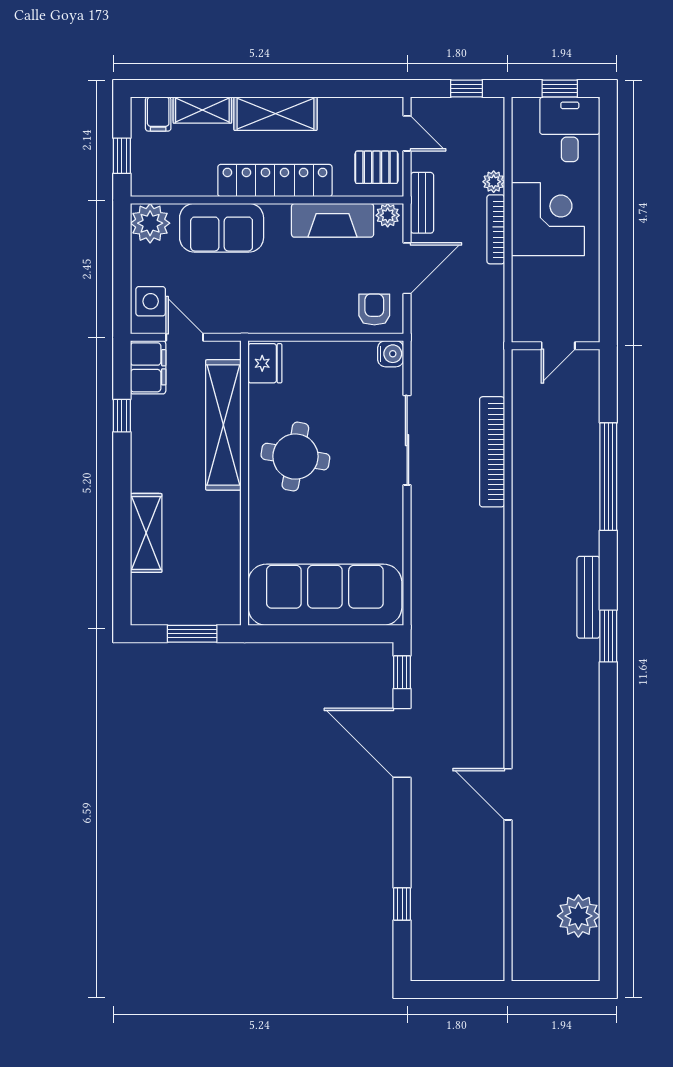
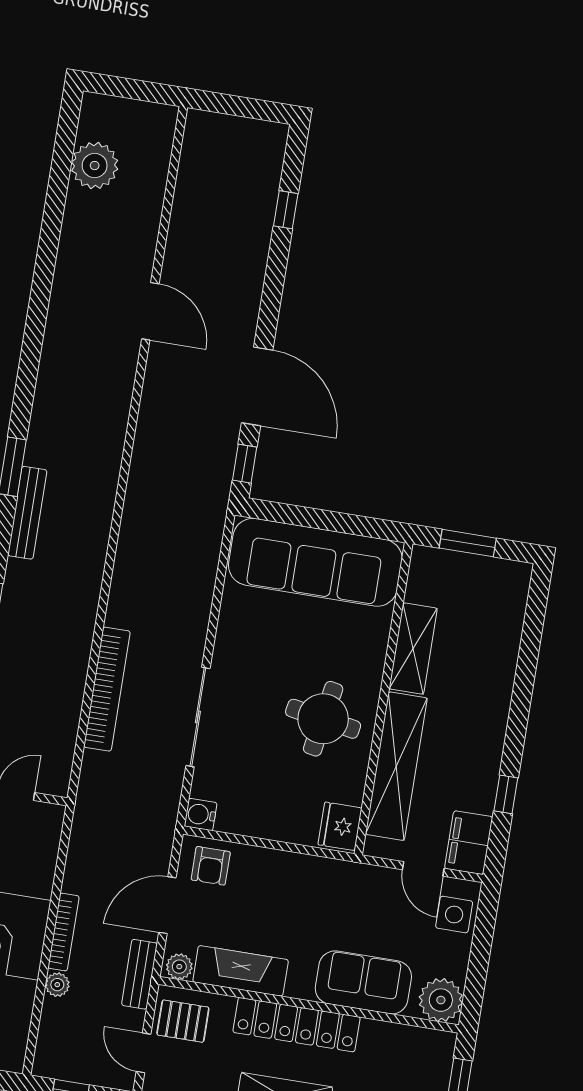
shelving: (146, 533) -> (413, 649), moved

